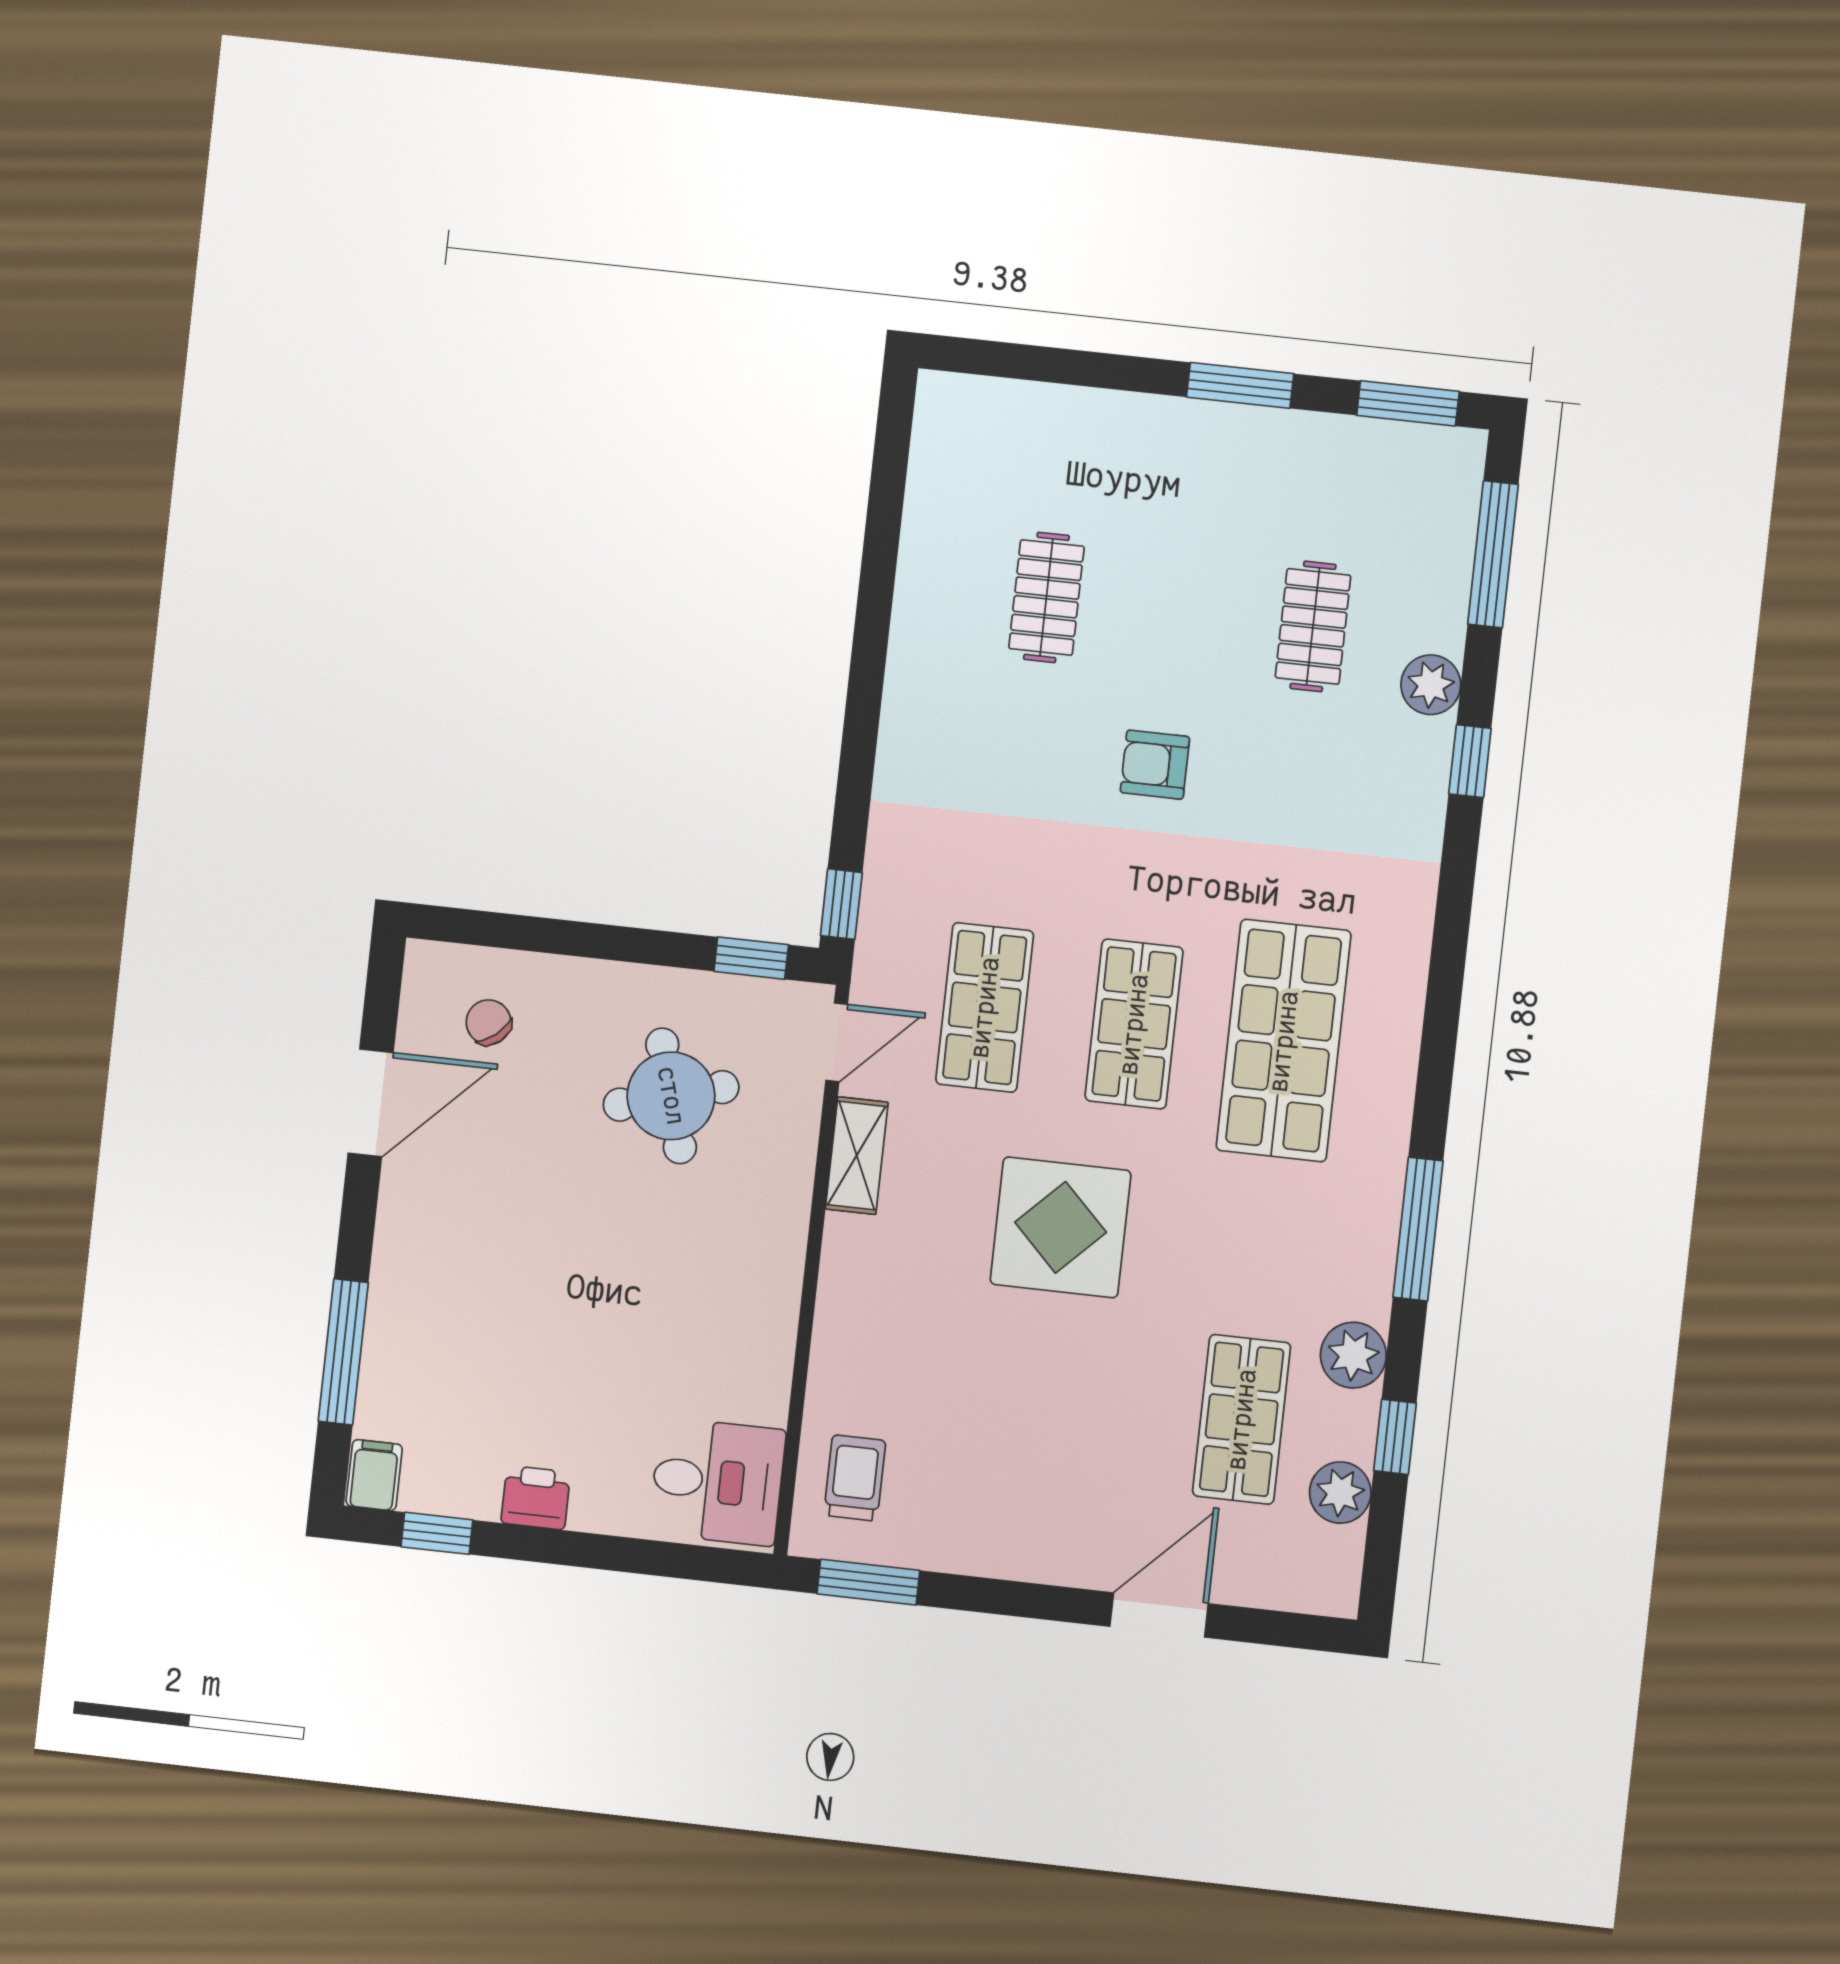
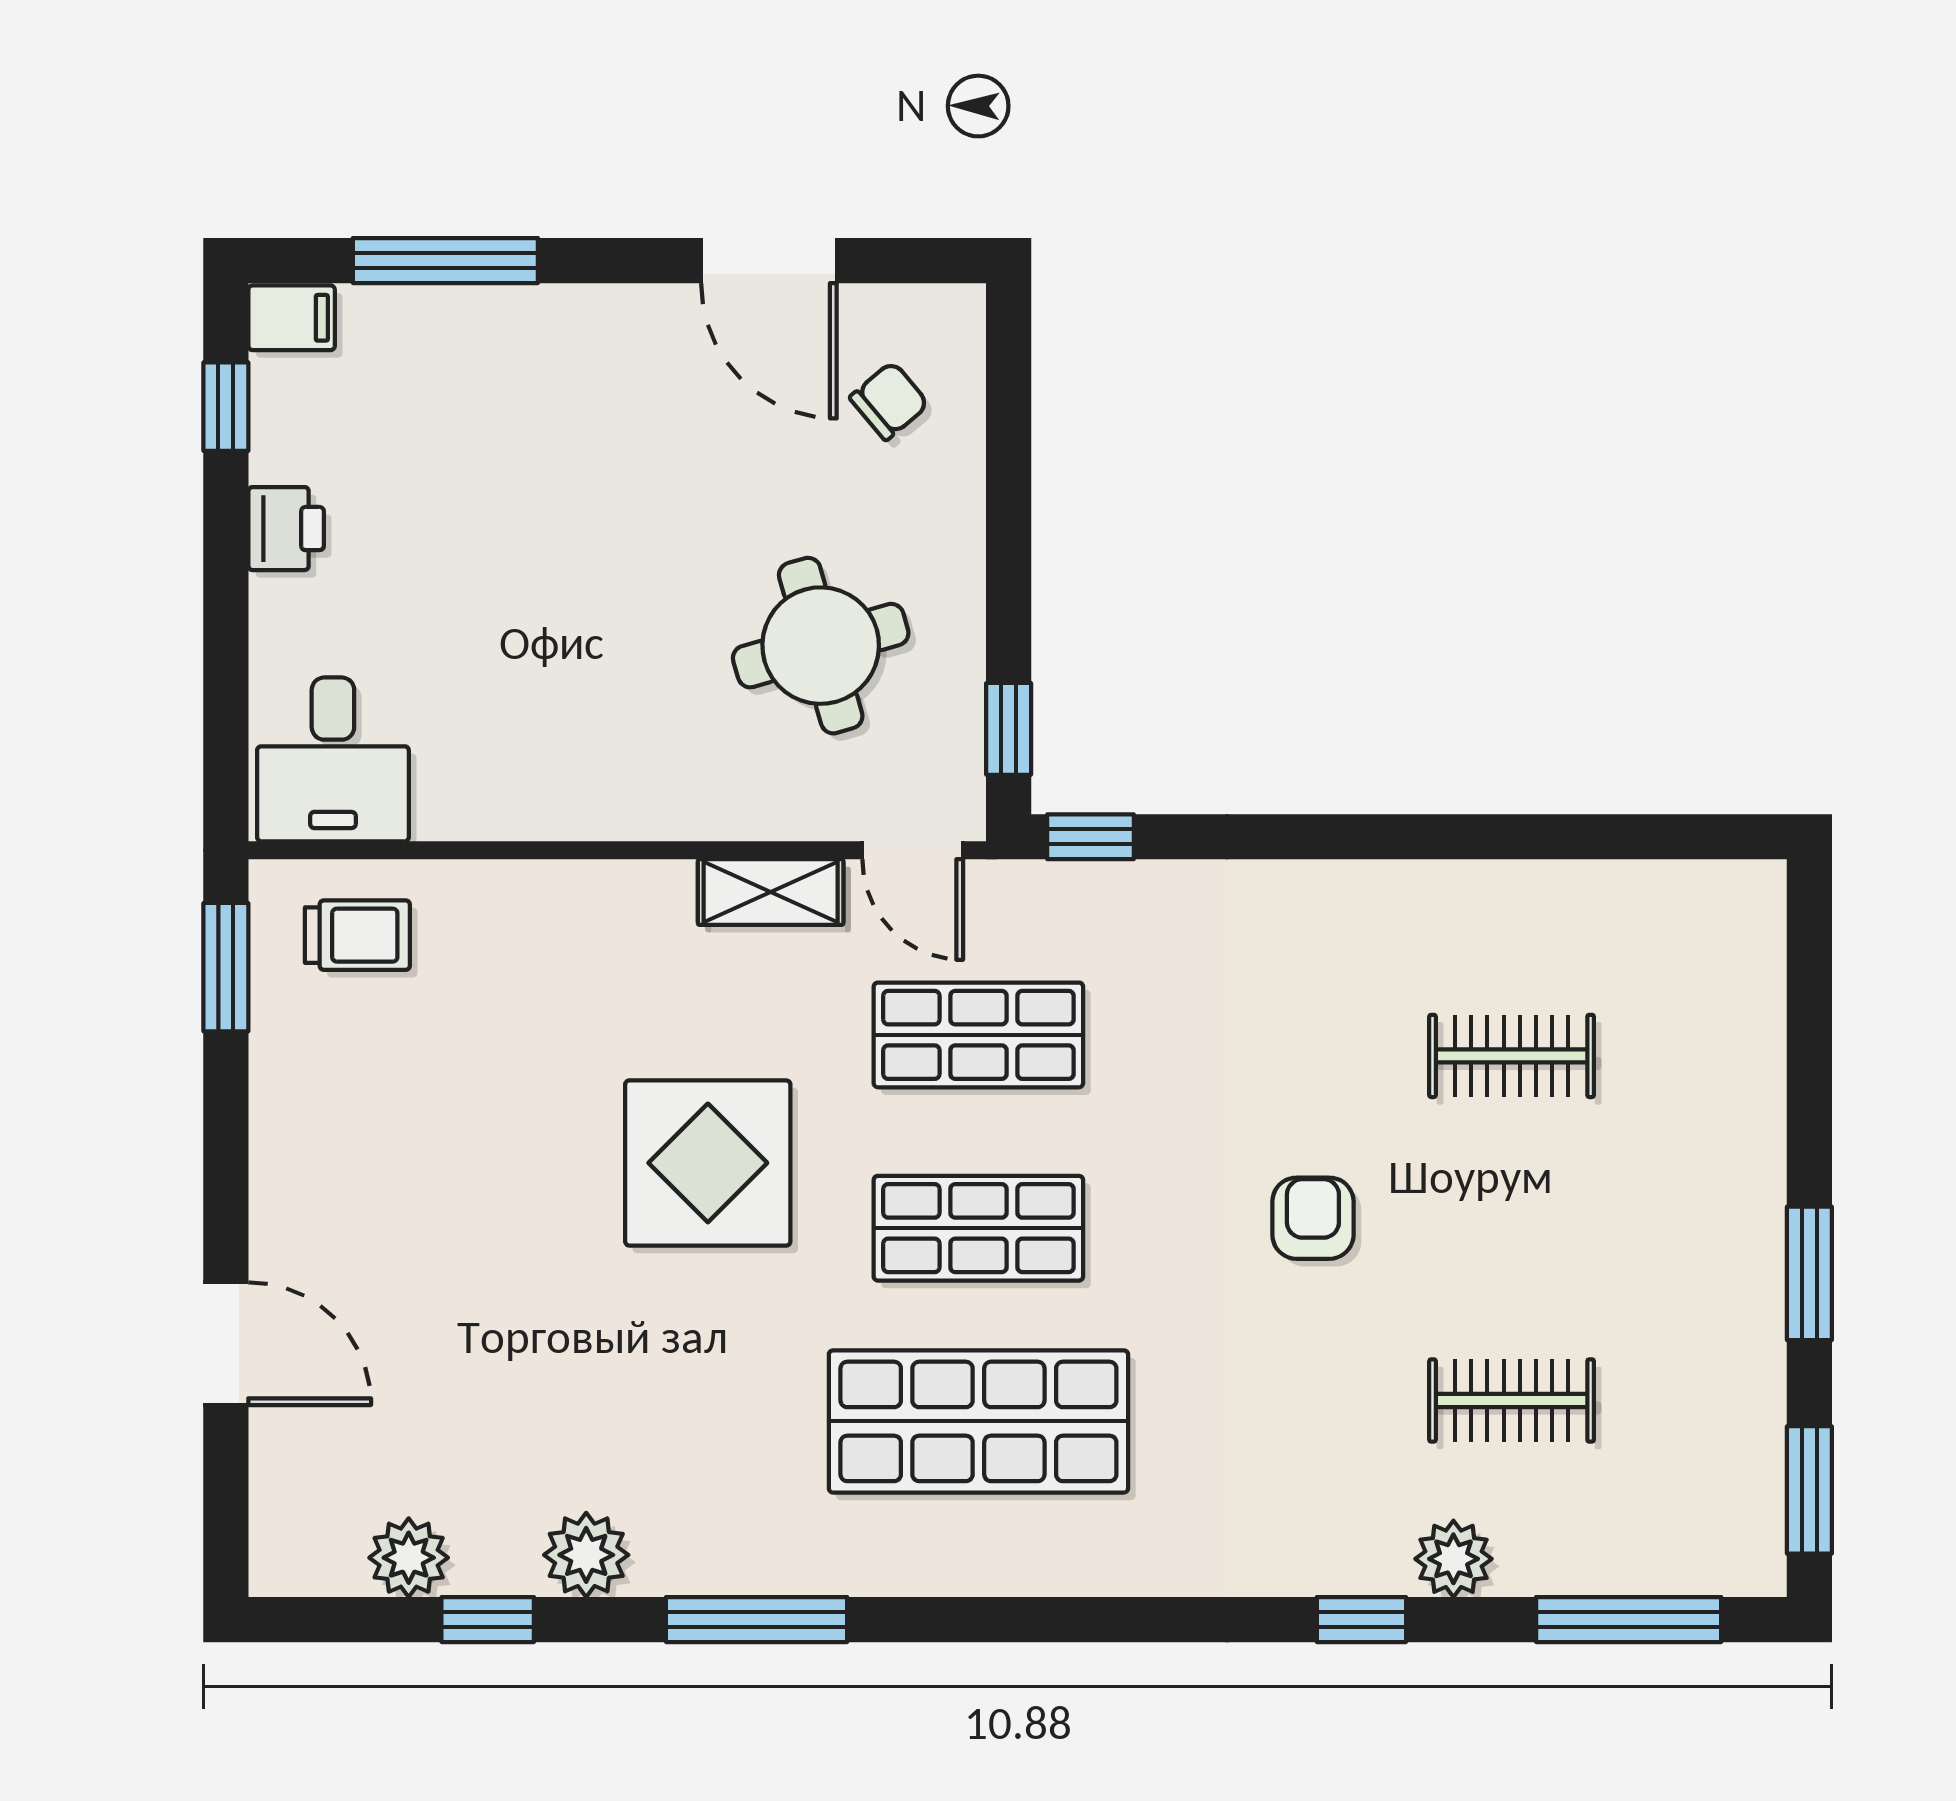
shop shelf: (1242, 1419) -> (488, 1421), removed

